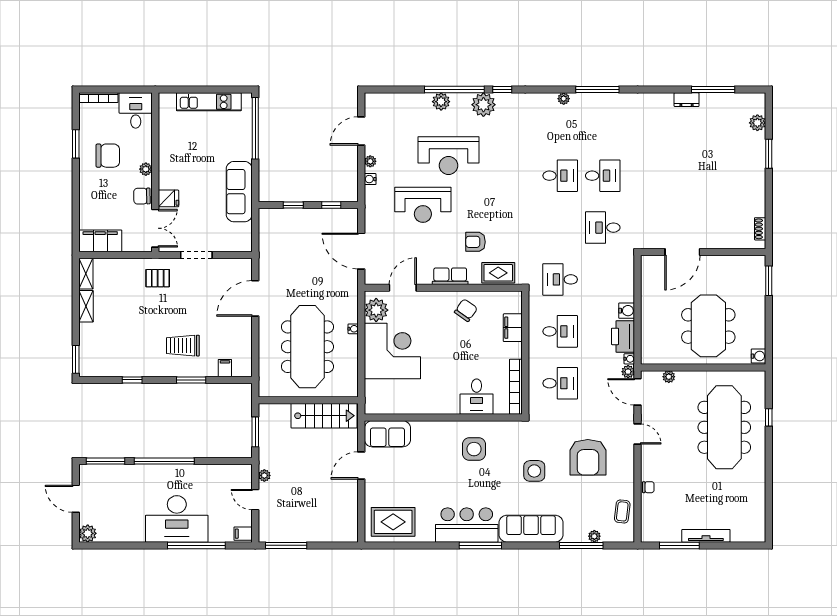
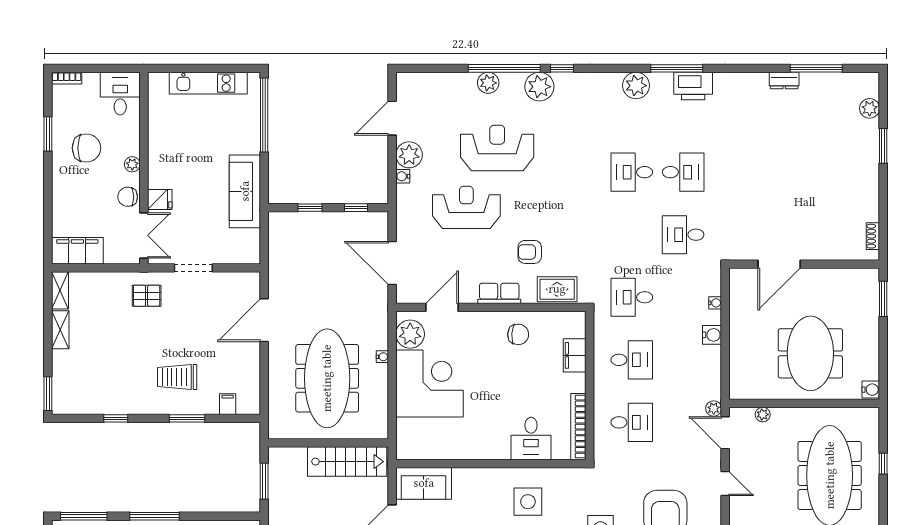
bookcase: (98, 98) -> (67, 78), width x0.64
plant: (564, 99) -> (636, 86), width x1.88, depth x1.88
reception desk: (449, 156) -> (497, 148), turned 180
plant: (370, 161) -> (409, 155), width x1.87, depth x1.87
desk: (560, 176) -> (632, 172), turned 180
reception desk: (423, 205) -> (466, 207), turned 180
chair: (466, 310) -> (518, 334), turned 58
printer: (623, 336) -> (693, 86), moved, turned -90
water cooler: (629, 359) -> (715, 303), moved
window: (164, 461) -> (154, 516), width x0.68

